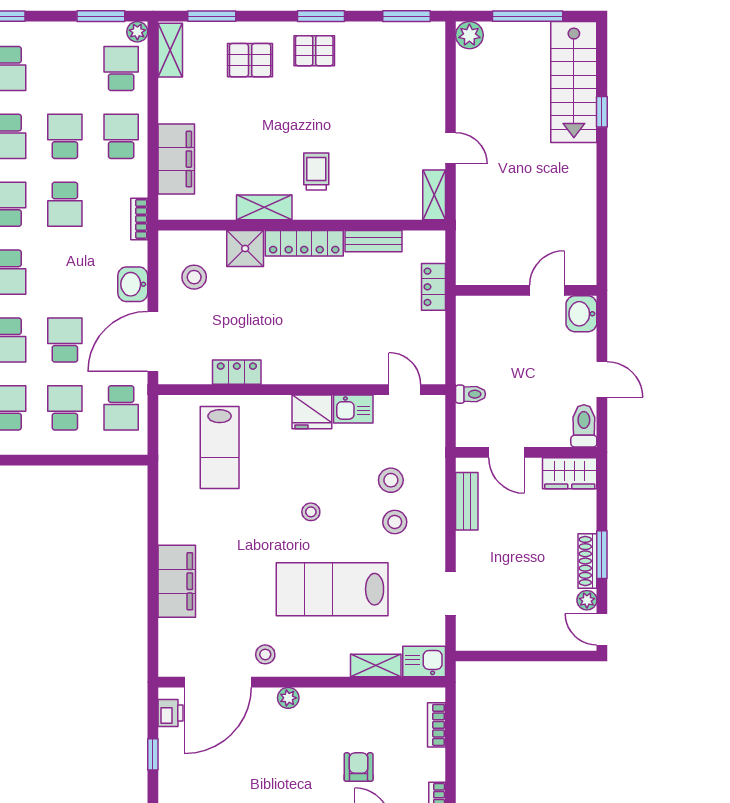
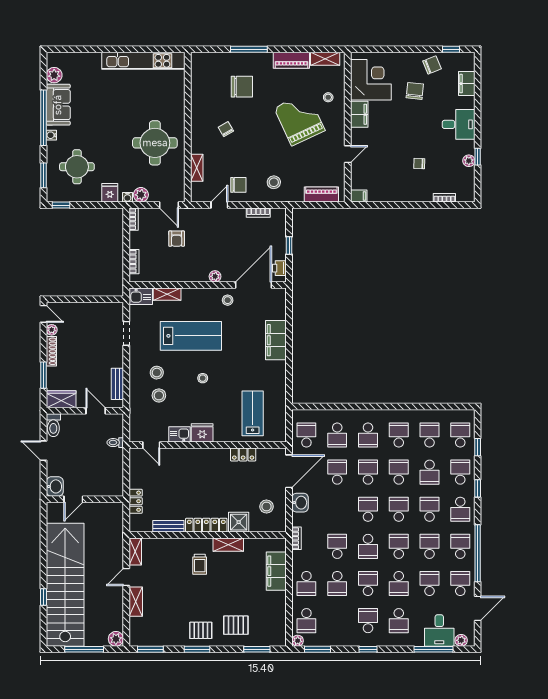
shelving: (170, 50) -> (136, 602), moved
stairs: (574, 82) -> (65, 585), width x1.86, depth x1.51
door: (450, 148) -> (126, 577), hinge flipped
school desk: (65, 340) -> (337, 472), turned 180
window: (602, 555) -> (43, 375), moved

